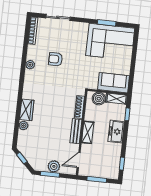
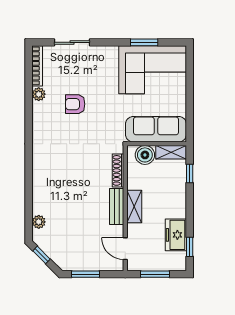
plant: (30, 65) -> (39, 94), moved
sofa: (114, 83) -> (156, 129), width x1.36
wardrobe: (27, 110) -> (41, 183), removed
plant: (23, 126) -> (39, 222), moved
freezer: (116, 132) -> (176, 235), moved
door: (79, 160) -> (125, 249), hinge flipped
plant: (54, 166) -> (90, 262), removed

